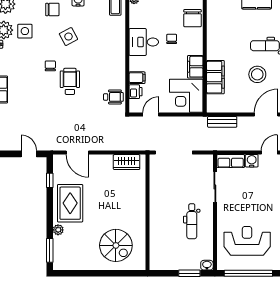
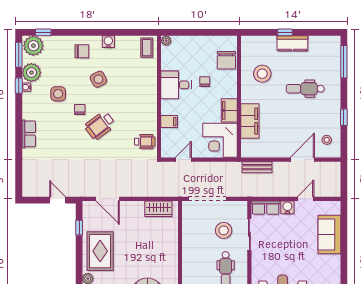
side table: (25, 31) -> (58, 94), moved
stool: (257, 74) -> (262, 74), moved
wheelchair: (70, 81) -> (100, 125), turned -127
printer: (136, 92) -> (168, 136), removed
stool: (190, 183) -> (224, 230), added

